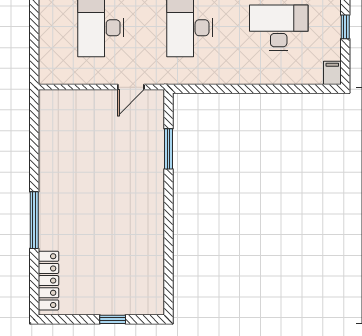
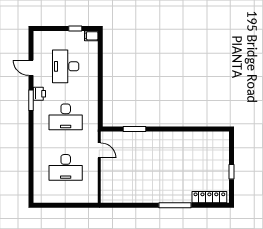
window: (345, 27) -> (75, 29), moved
window: (113, 319) -> (231, 172), moved

